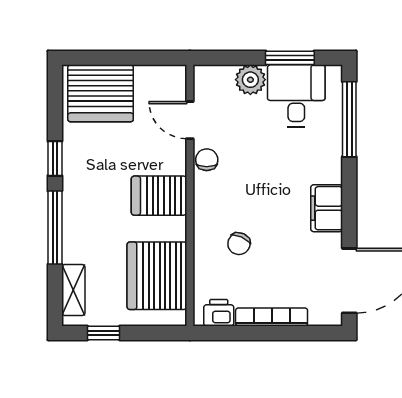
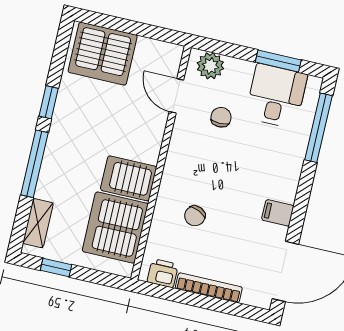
plant: (250, 80) -> (210, 66), moved
chair: (207, 160) -> (221, 117), moved
server rack: (159, 196) -> (129, 178), moved
filing cabinet: (327, 208) -> (278, 213), width x0.50

